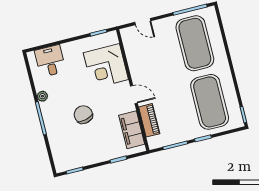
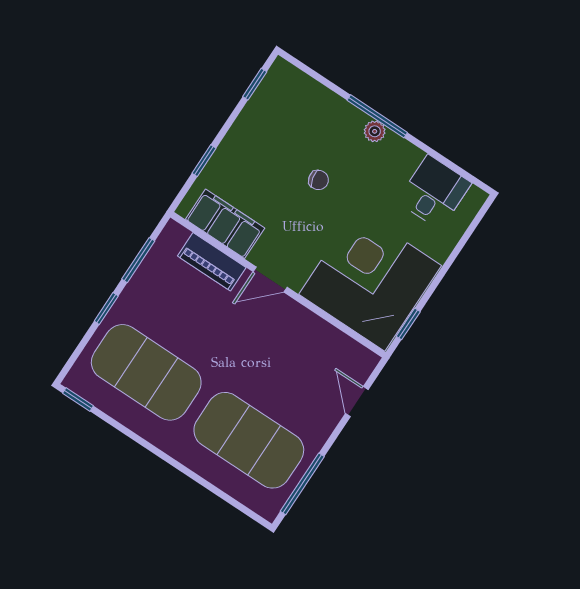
door: (143, 22) -> (357, 402), hinge flipped
desk: (50, 61) -> (434, 192), moved, turned -90
corner desk: (106, 66) -> (370, 280), width x1.36, depth x1.36
plant: (42, 96) -> (375, 131), moved
chair: (83, 115) -> (319, 180), width x0.54, depth x0.54

